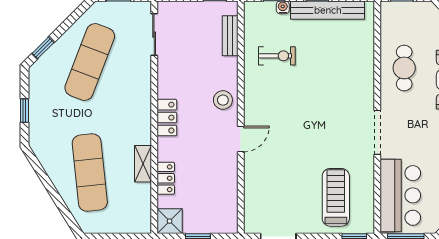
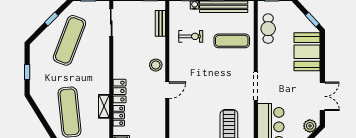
window: (43, 48) -> (51, 19), moved
exercise mat: (340, 63) -> (232, 41), added
cafe table: (404, 68) -> (268, 29), moved
locker: (167, 118) -> (119, 91), moved

